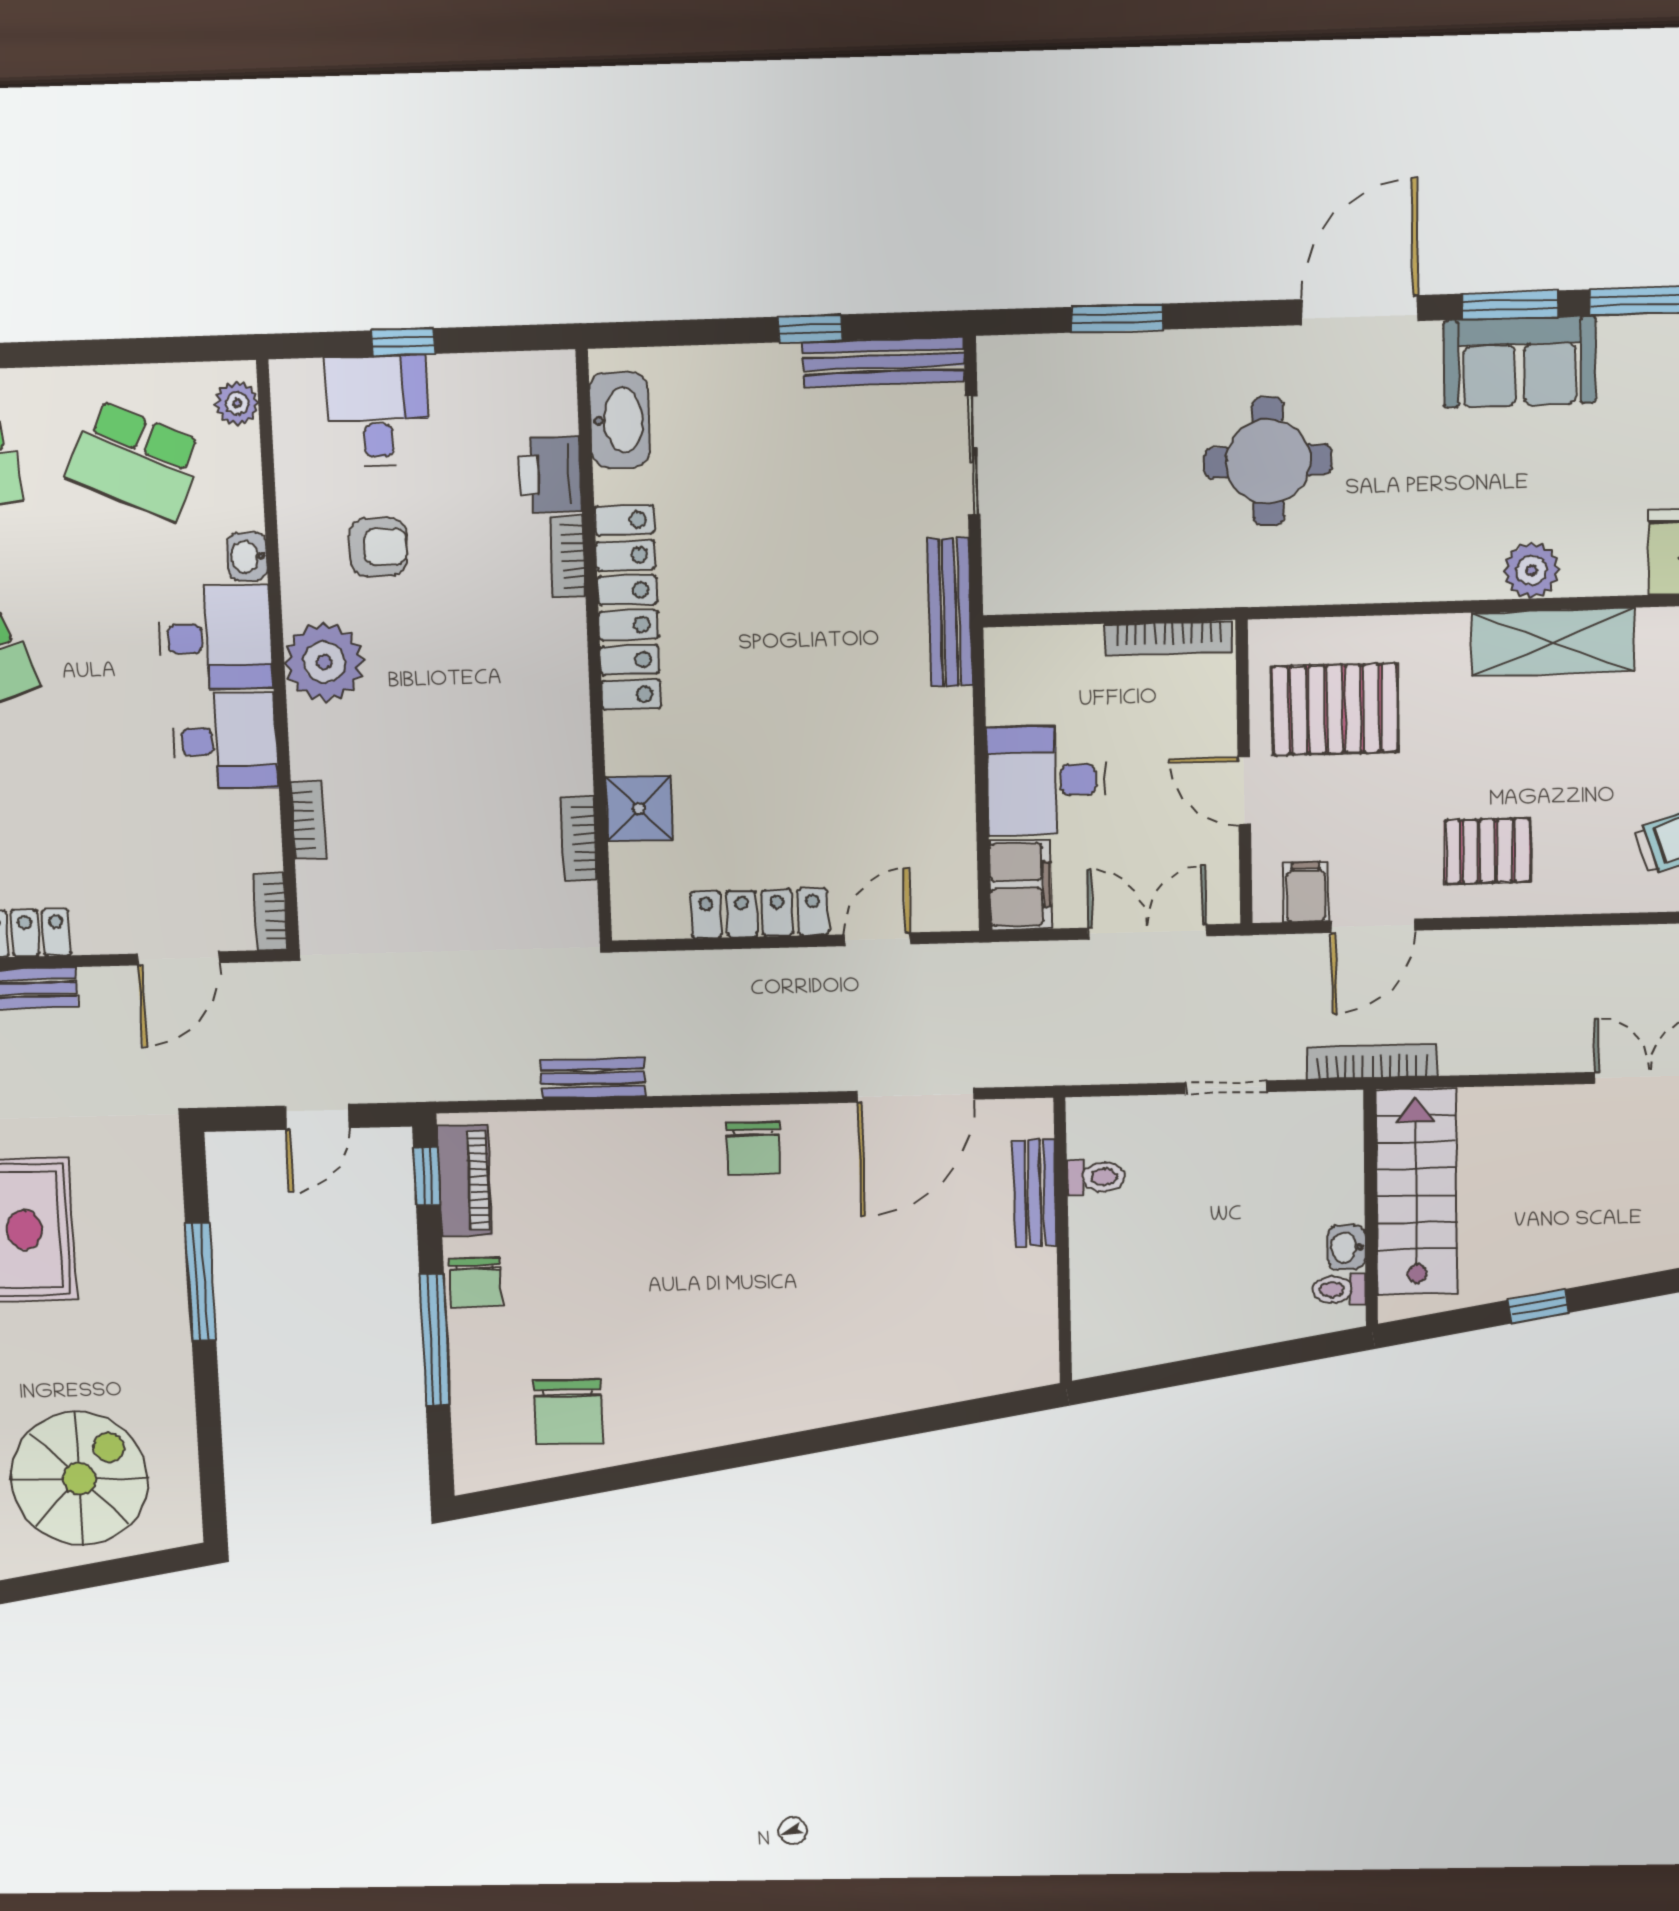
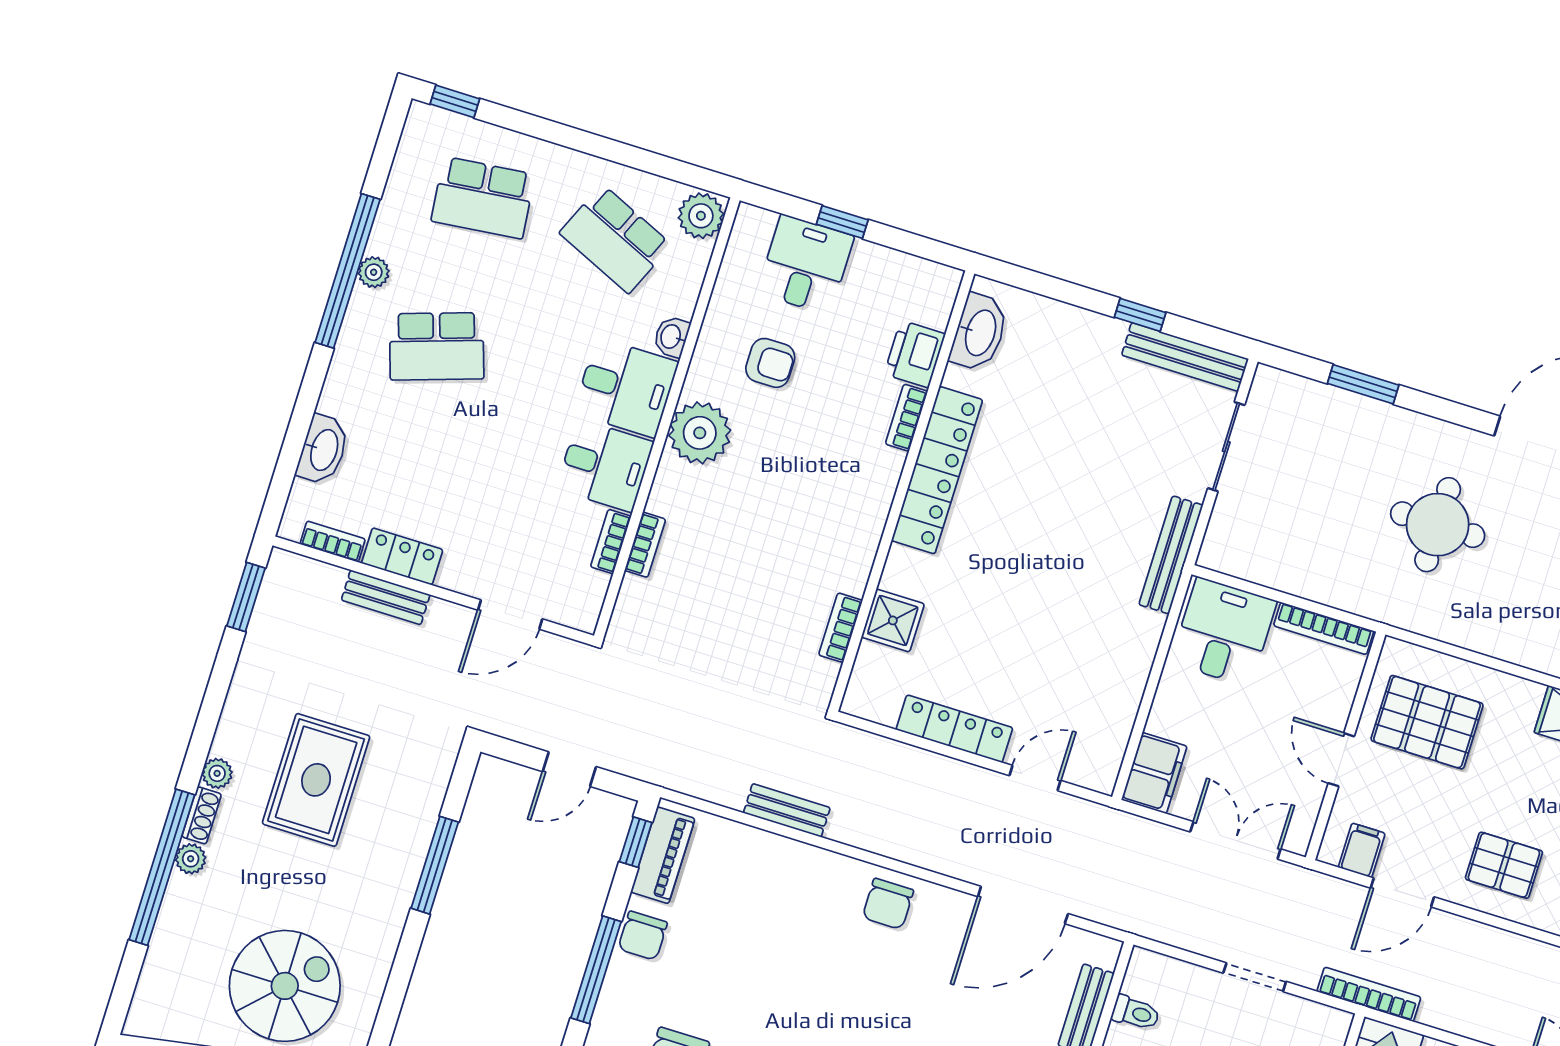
plant: (237, 403) -> (701, 216), width x1.38, depth x1.38
desk: (1046, 780) -> (1224, 632), moved, turned 90
bookcase: (270, 912) -> (611, 542), moved

